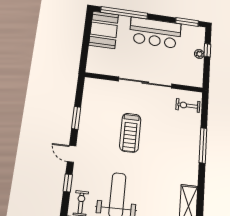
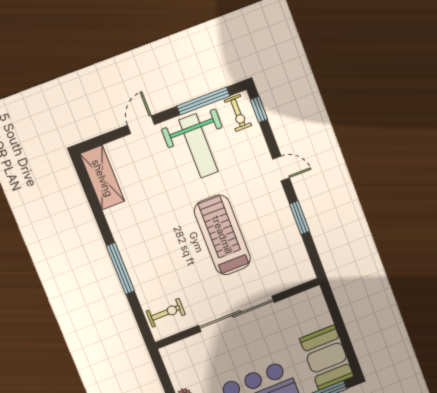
treadmill: (130, 133) -> (222, 235), width x1.37, depth x1.38
window: (68, 183) -> (259, 109), moved

